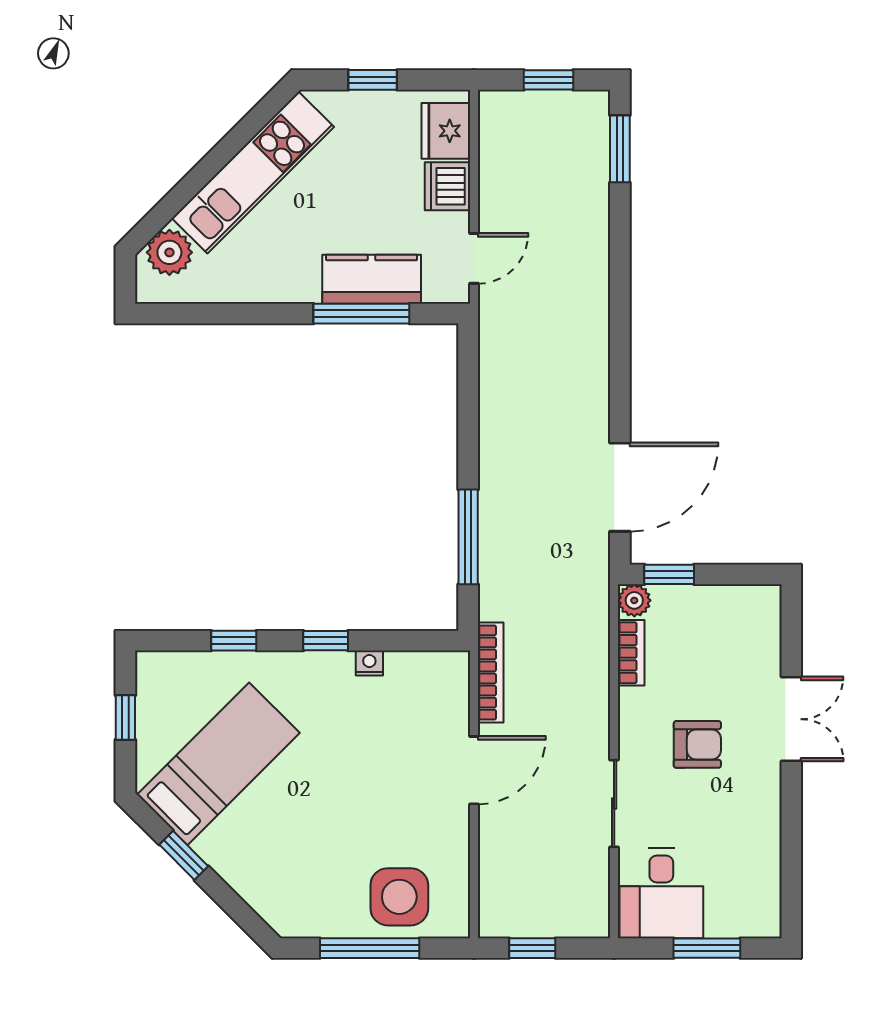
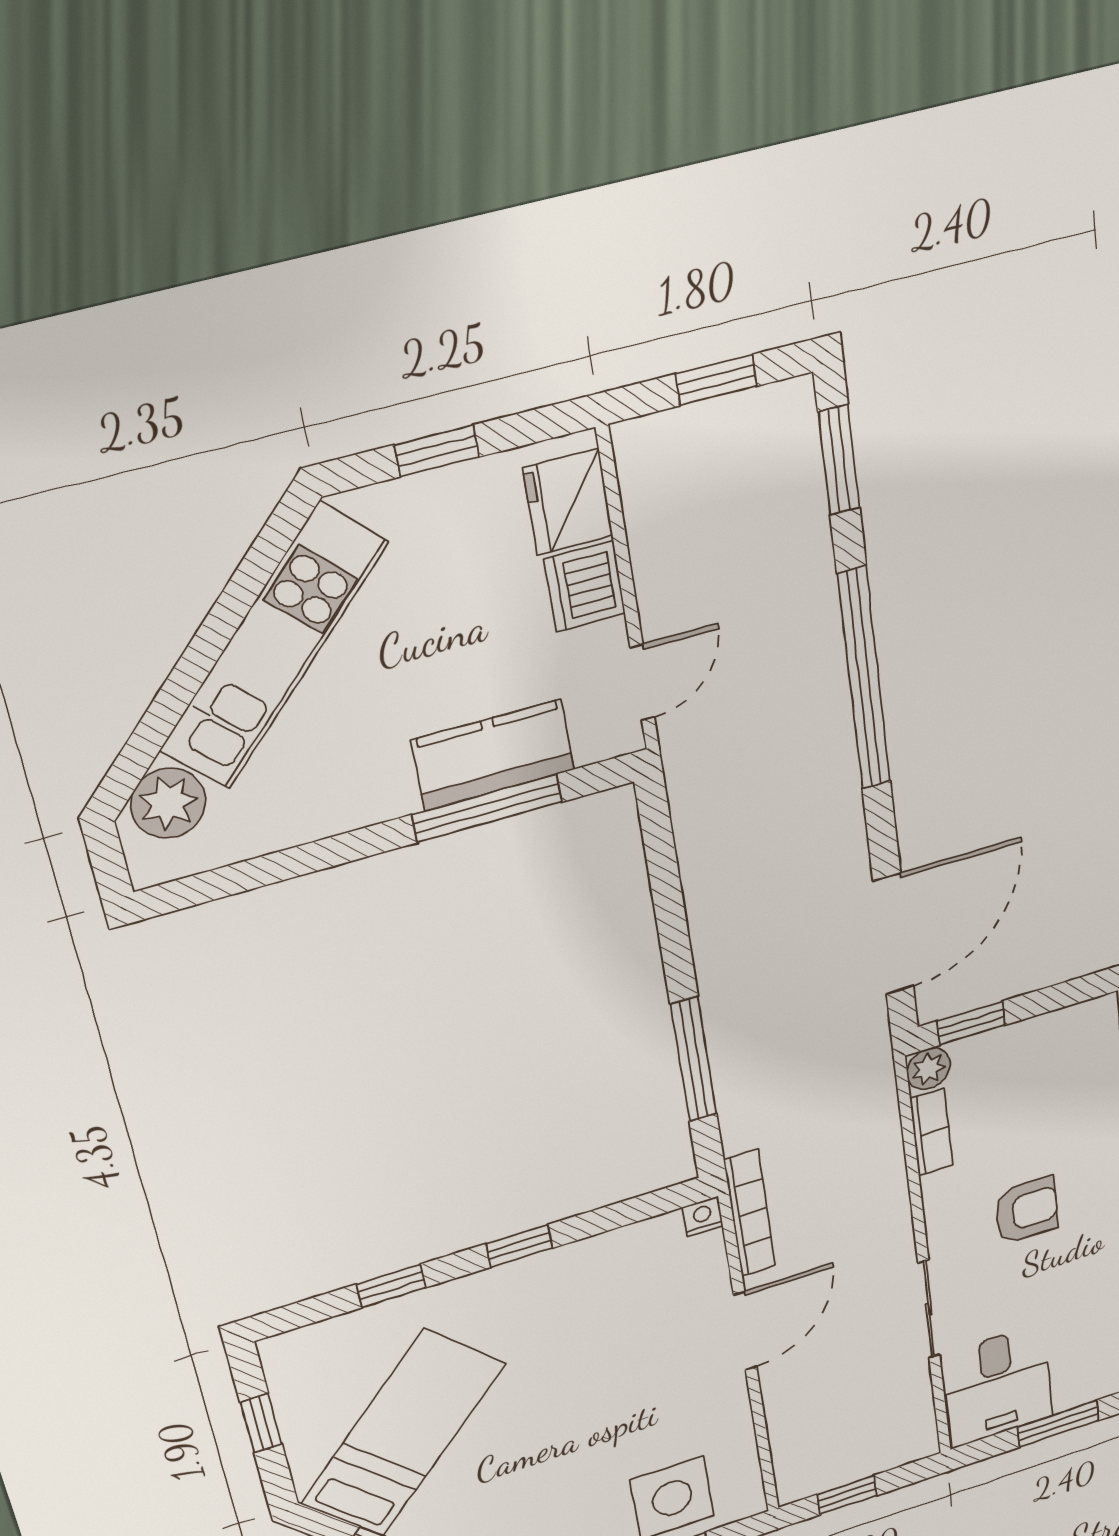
window: (620, 297) -> (864, 679), added
nightstand: (369, 663) -> (703, 1216), moved

